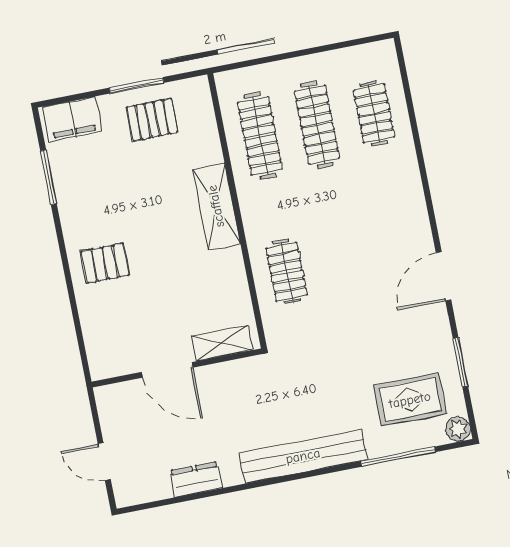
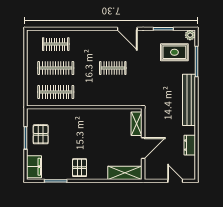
shelving: (216, 206) -> (125, 173), moved
pallet: (105, 263) -> (80, 168), moved
clothes rail: (287, 272) -> (113, 68), moved
rug: (410, 400) -> (174, 52), turned 90
door: (104, 462) -> (175, 181), swing flipped

